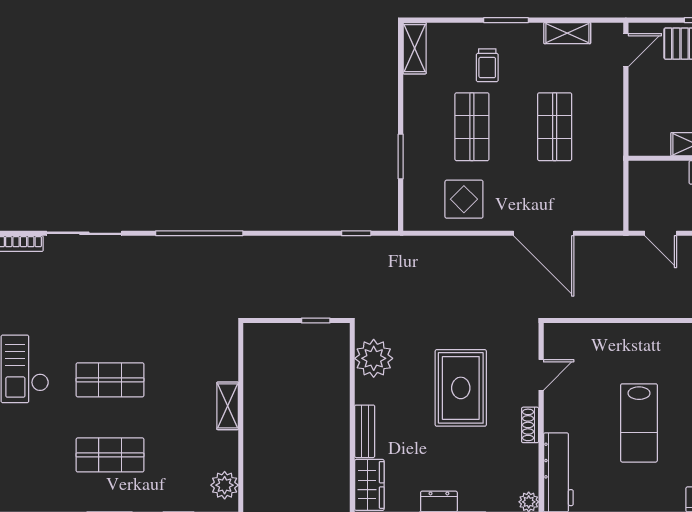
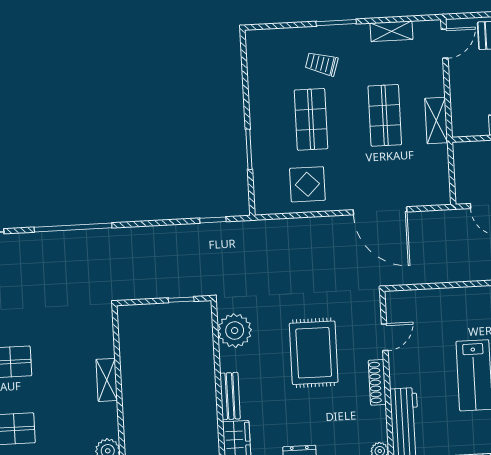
shelving: (415, 48) -> (436, 120), moved
trolley: (487, 65) -> (322, 64), turned 107
shoe rack: (530, 425) -> (377, 382), width x1.43

